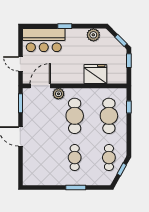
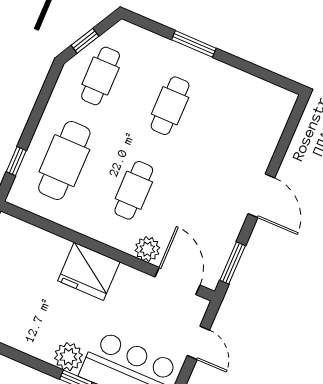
plant: (93, 35) -> (68, 357), moved
fridge: (95, 74) -> (89, 271), moved
door: (40, 86) -> (177, 281), swing flipped
cafe table: (75, 116) -> (134, 190), width x0.73, depth x0.74

